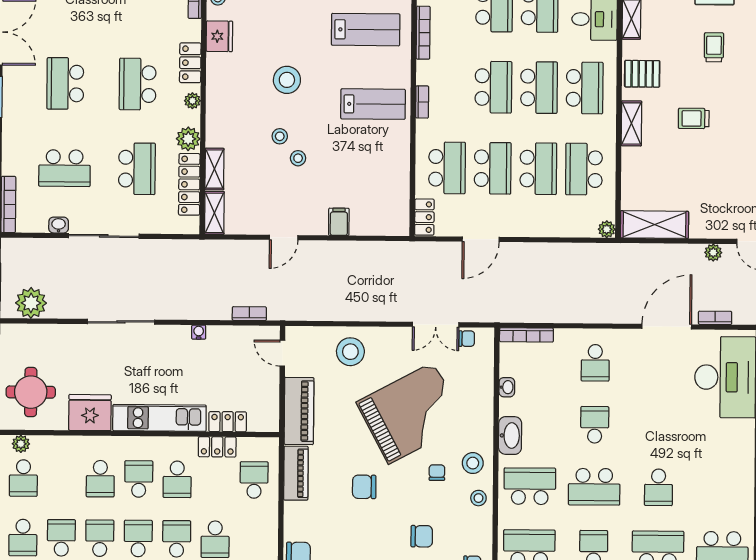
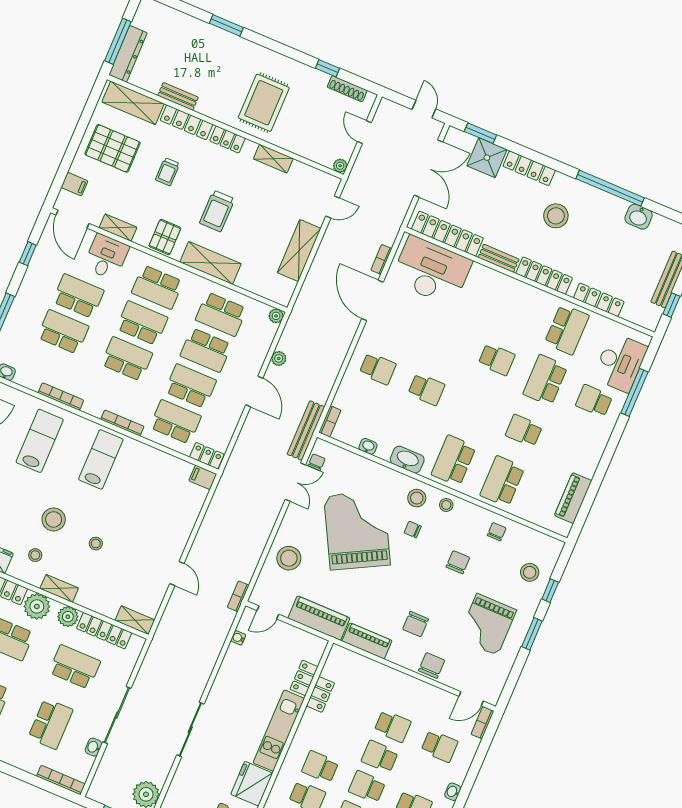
trolley: (714, 47) -> (167, 172), turned -90
school desk: (585, 88) -> (157, 287), turned 180
plant: (192, 101) -> (37, 606), width x1.88, depth x1.88
bookcase: (422, 102) -> (122, 423), width x1.56
trolley: (694, 118) -> (217, 211), width x1.36, depth x1.39
shelving: (631, 123) -> (211, 263), width x1.50, depth x1.33
stool: (298, 158) -> (35, 555), moved
shelving: (214, 169) -> (59, 588), moved
school desk: (538, 169) -> (206, 350), turned 180
filing cabinet: (339, 222) -> (203, 477), moved
shelving: (654, 225) -> (299, 251), moved
door: (481, 239) -> (254, 391), moved
plant: (713, 253) -> (279, 358), moved
bench: (496, 313) -> (306, 431), added
bookcase: (249, 314) -> (238, 596), moved
water cooler: (199, 332) -> (238, 638), moved
bookcase: (526, 335) -> (330, 421), width x0.64
school desk: (595, 425) -> (426, 389), turned 180
school desk: (177, 479) -> (333, 737), removed
school desk: (254, 480) -> (359, 676), removed
chair: (364, 487) -> (416, 624), moved
school desk: (594, 487) -> (475, 410), removed

